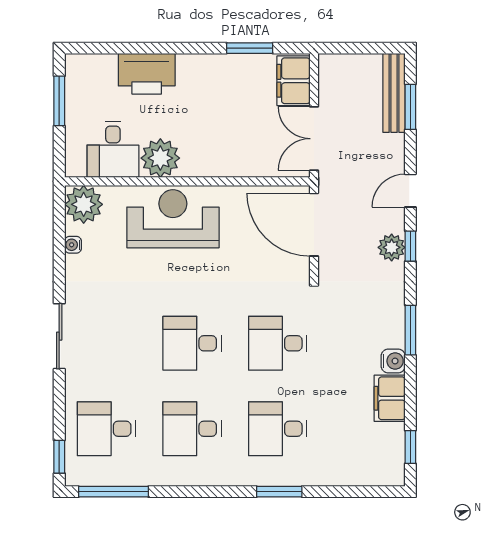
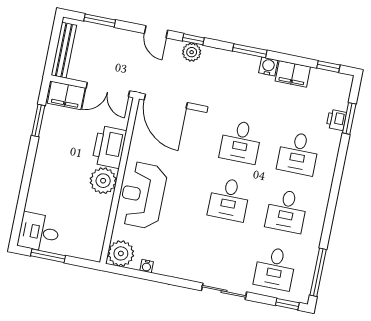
printer: (147, 74) -> (109, 147), moved, turned 180
bench: (394, 93) -> (64, 50), moved, turned 90
desk: (113, 150) -> (39, 232), moved, turned 180
plant: (160, 158) -> (103, 181), moved
door: (314, 225) -> (166, 101), hinge flipped
sliding door: (59, 336) -> (224, 291), moved
printer: (336, 474) -> (336, 120), added
window: (279, 492) -> (349, 118), moved

